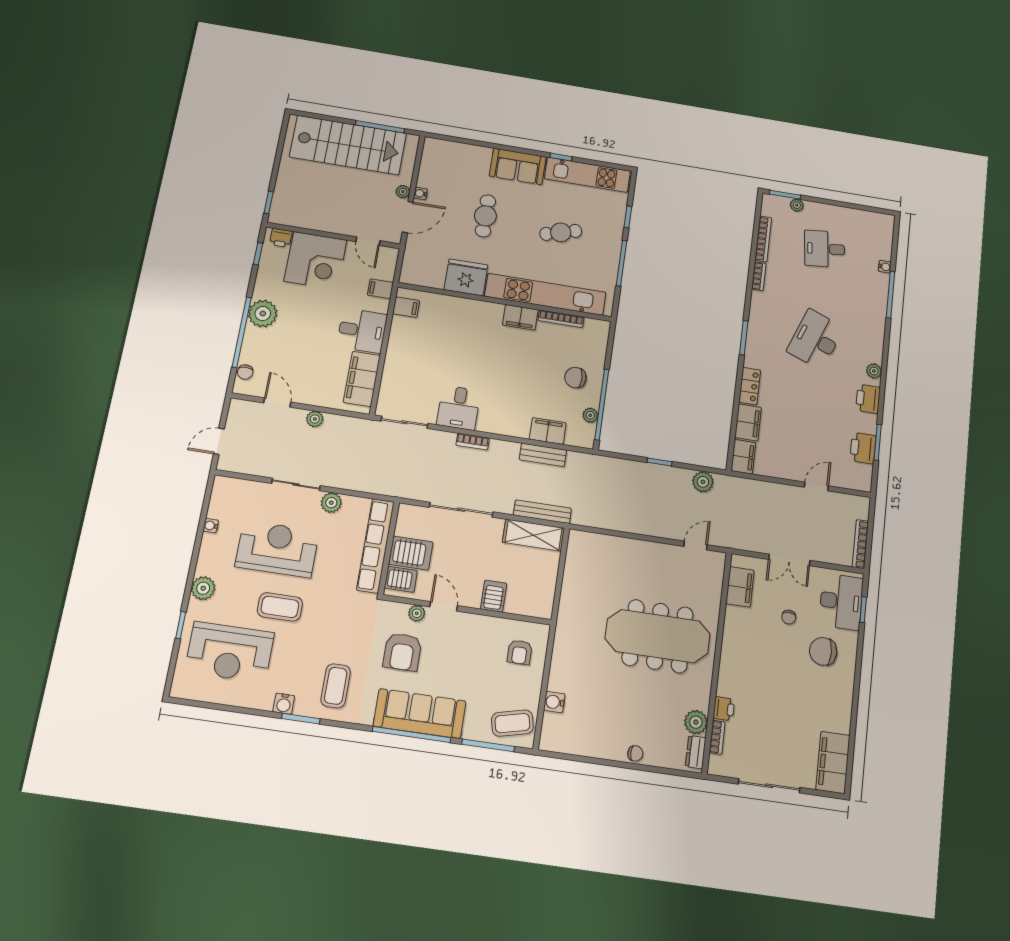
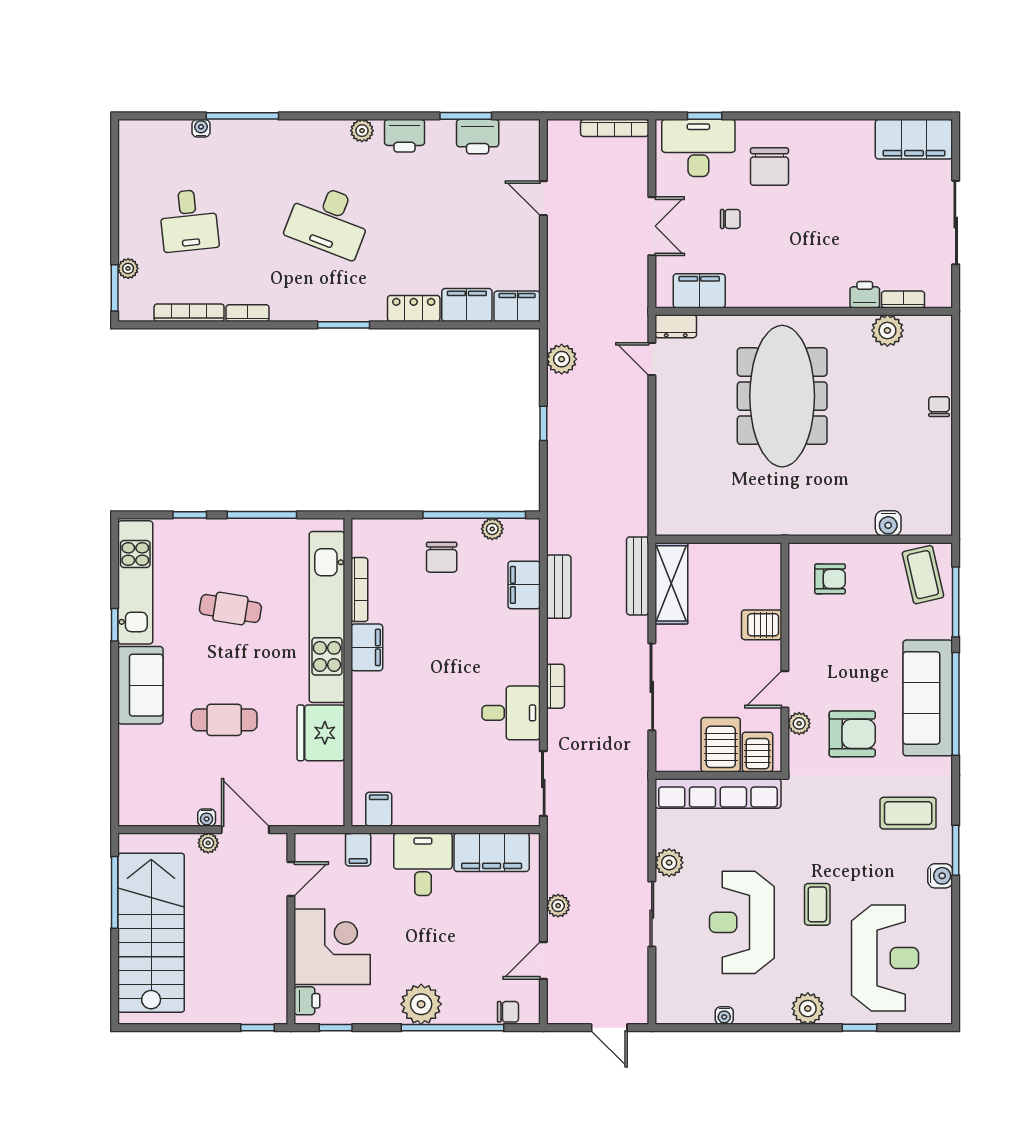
cafe table: (561, 232) -> (230, 609), turned -65
coffee table: (280, 607) -> (817, 904), width x0.73, depth x0.77
dresser: (696, 752) -> (676, 326), moved

